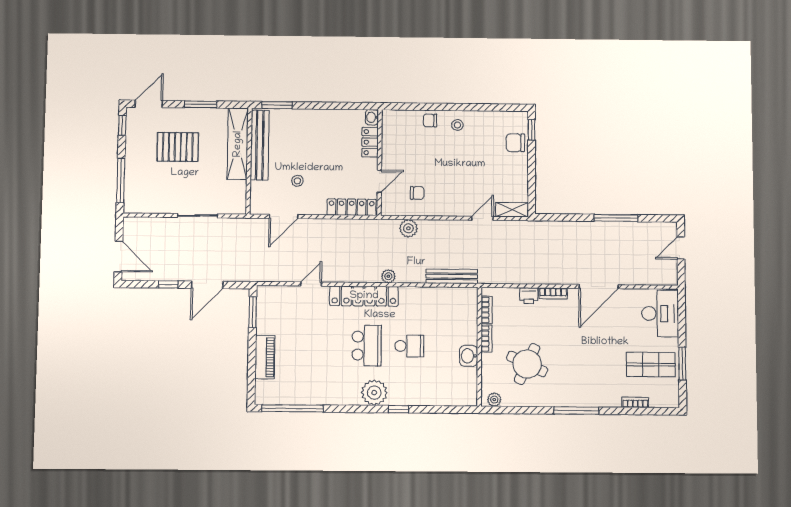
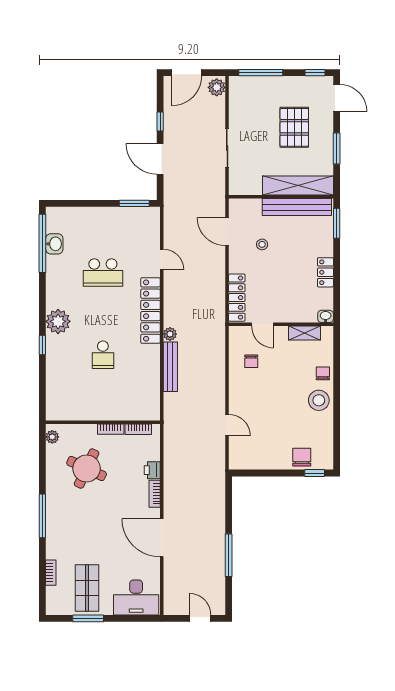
stool: (457, 125) -> (319, 400), width x1.89, depth x1.89
locker: (370, 142) -> (325, 272), moved, turned -90
shelving: (512, 210) -> (305, 333), moved, turned 90
plant: (408, 228) -> (217, 87), moved
bench: (452, 276) -> (170, 367), moved
school desk: (367, 346) -> (103, 273), moved
washbasin: (469, 356) -> (54, 244), moved, turned 90
piano: (265, 357) -> (91, 216), removed

